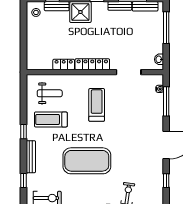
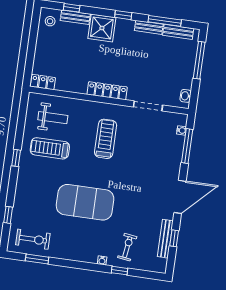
locker: (64, 65) -> (43, 82), moved
bench: (31, 157) -> (165, 239), moved

